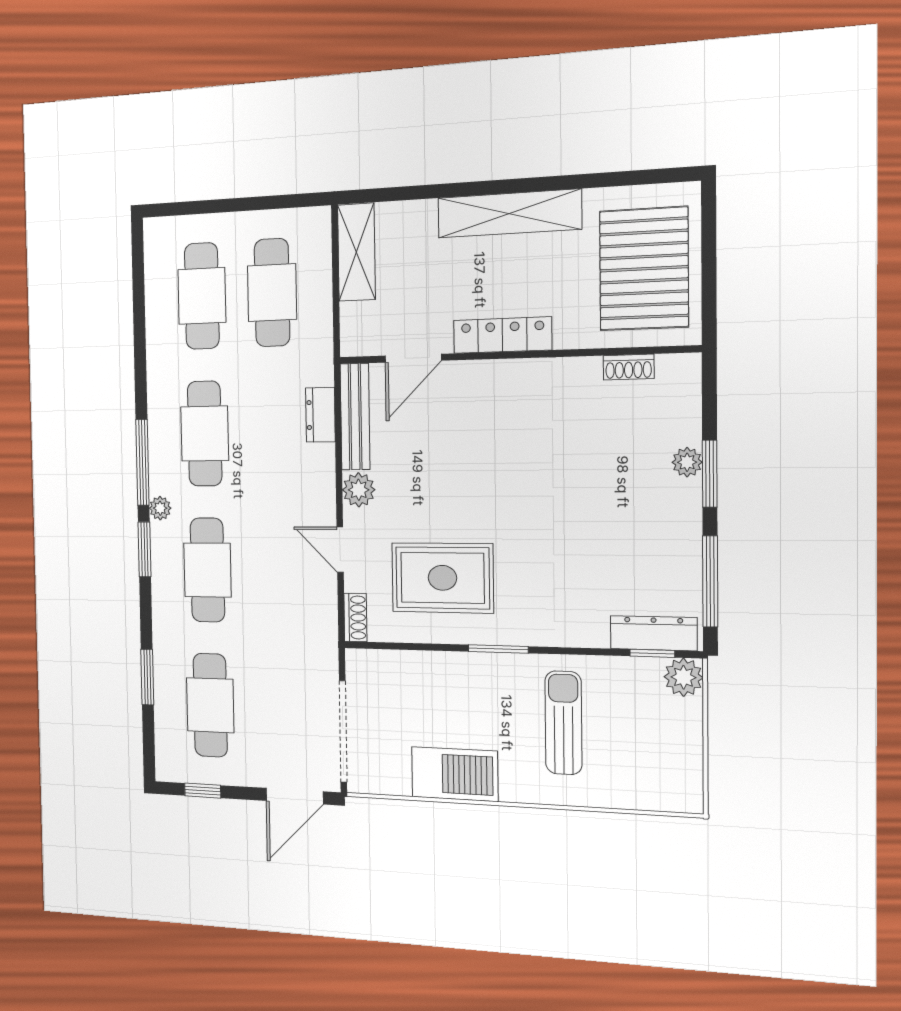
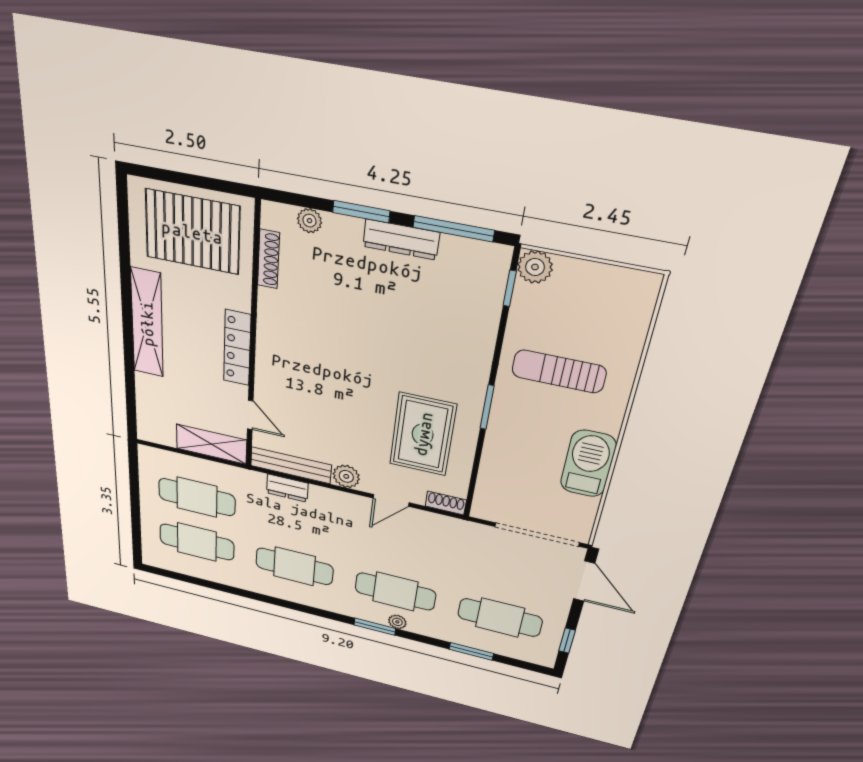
shelving: (356, 252) -> (211, 444), moved
door: (413, 358) -> (250, 415), width x0.73
shoe rack: (629, 367) -> (268, 259), width x1.43
window: (142, 462) -> (311, 610), removed
plant: (687, 462) -> (309, 221), moved
plant: (160, 508) -> (397, 622), moved
dresser: (654, 633) -> (401, 239), moved, turned -90

